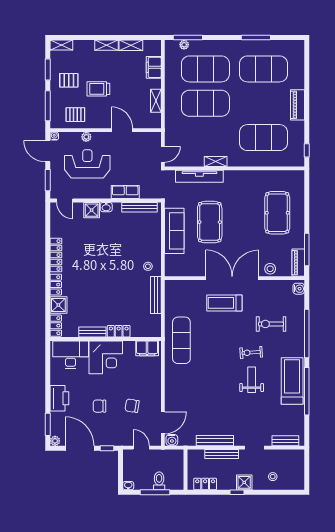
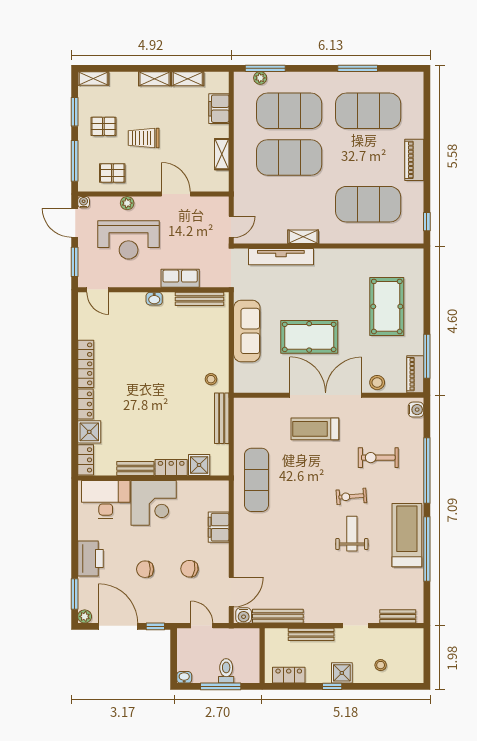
reception desk: (87, 164) -> (129, 240), turned 180
shower: (92, 210) -> (199, 465), moved
pool table: (210, 222) -> (309, 337), moved, turned 90
filing cabinet: (147, 348) -> (219, 527), moved, turned 90
bench: (215, 441) -> (278, 616), moved

